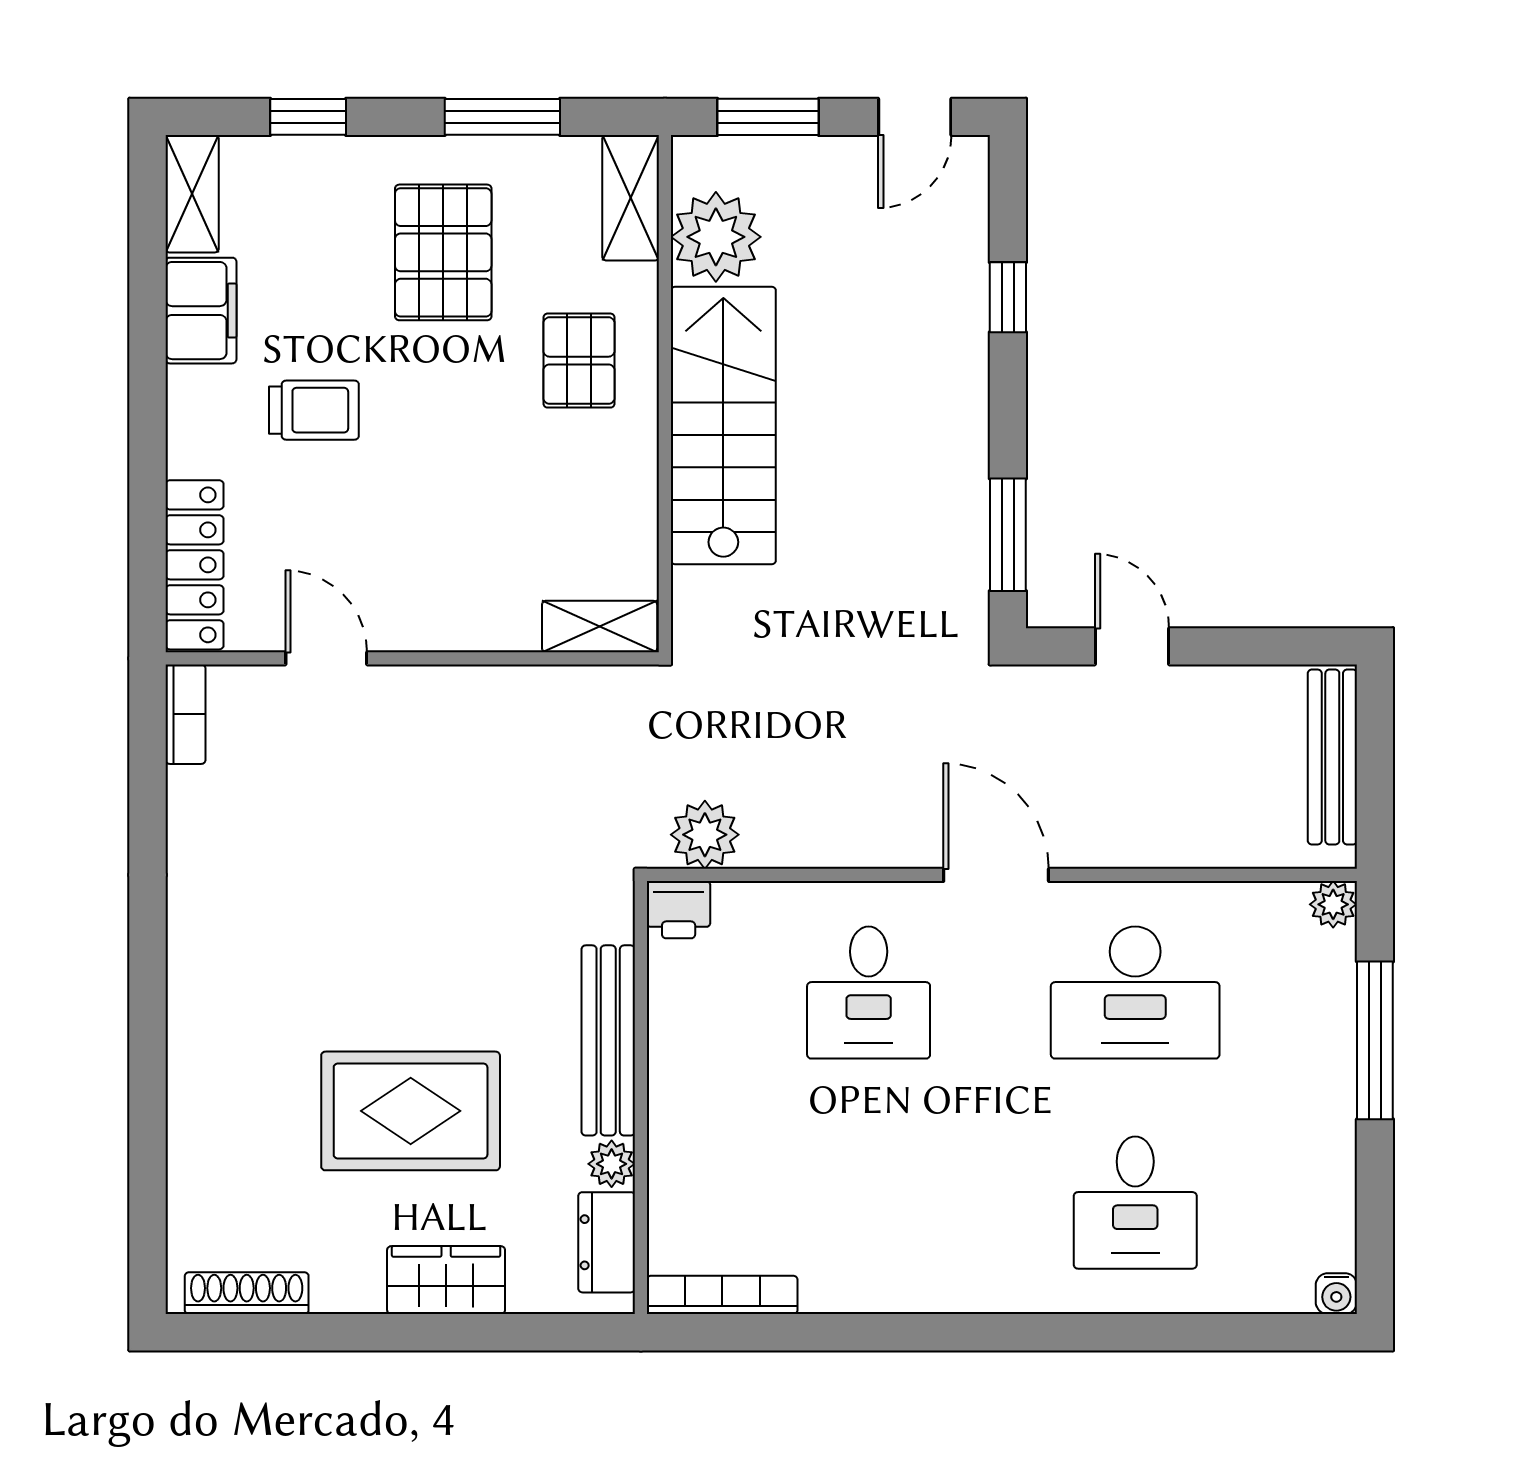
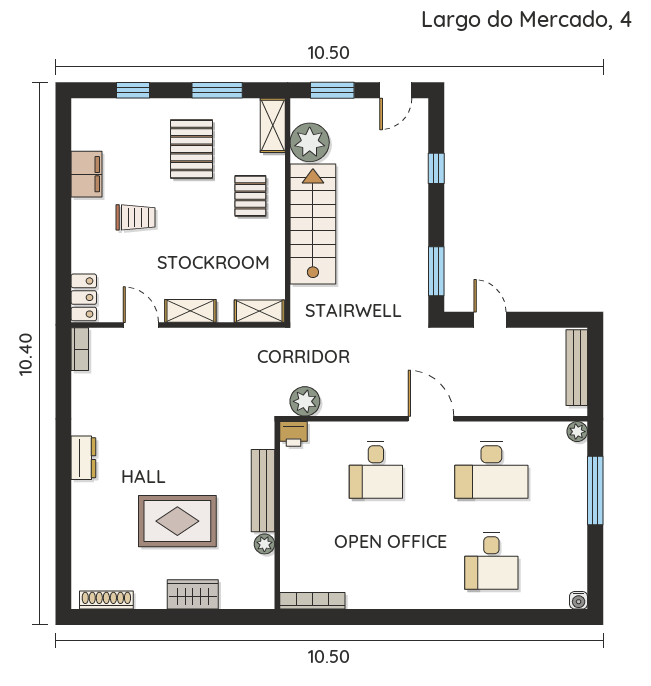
shelving: (192, 194) -> (190, 311), moved, turned 90
locker: (195, 565) -> (84, 297), width x0.66
dresser: (607, 1242) -> (83, 458), moved, turned 180

